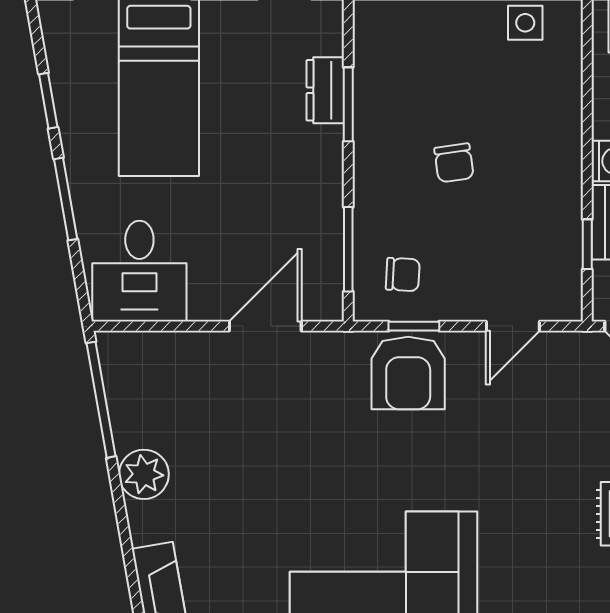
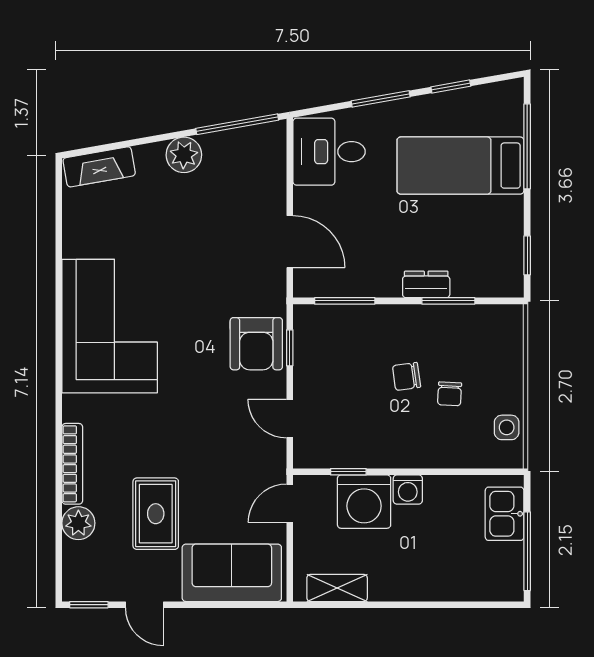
dresser: (325, 90) -> (426, 284), moved
chair: (403, 274) -> (450, 394), moved
armchair: (408, 373) -> (256, 344), turned -90

